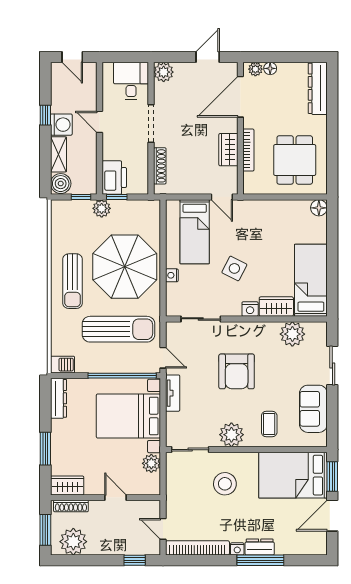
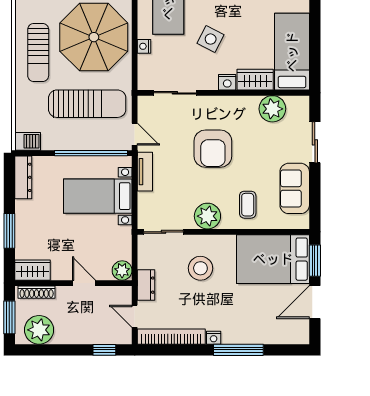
bed with nightstands: (128, 416) -> (98, 196), width x0.73
plant: (151, 463) -> (122, 270), moved
dresser: (260, 547) -> (146, 285), moved, turned 90

